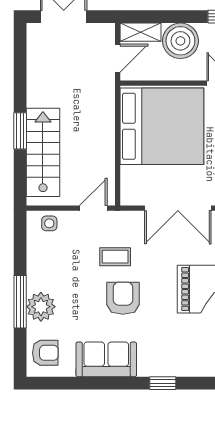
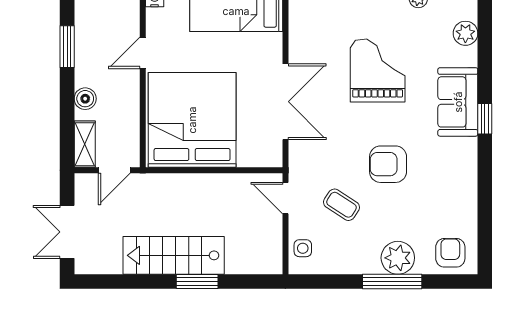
boiler: (180, 41) -> (85, 99), width x0.54, depth x0.54
door: (118, 58) -> (114, 170), swing flipped
stairs: (43, 152) -> (174, 255), moved
coffee table: (115, 257) -> (342, 205), moved, turned -57
sofa: (106, 359) -> (458, 102), moved

